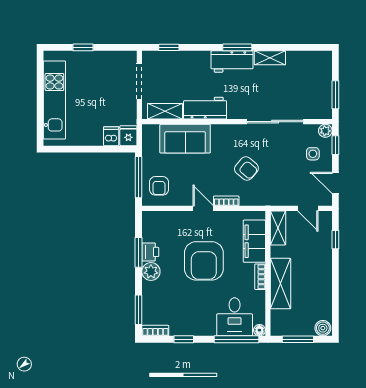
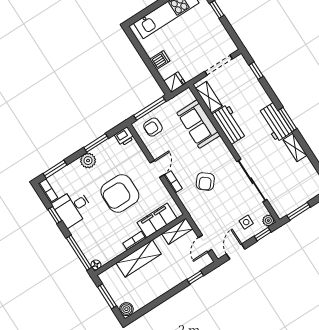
dishwasher: (111, 136) -> (160, 60), moved
printer: (150, 252) -> (124, 136), moved
desk: (235, 317) -> (73, 208), moved

